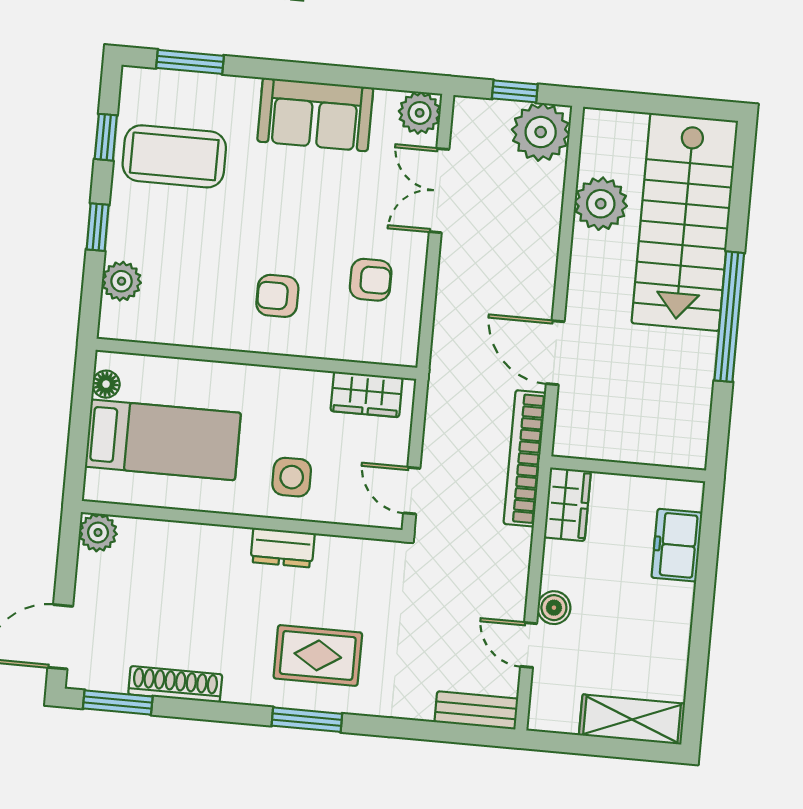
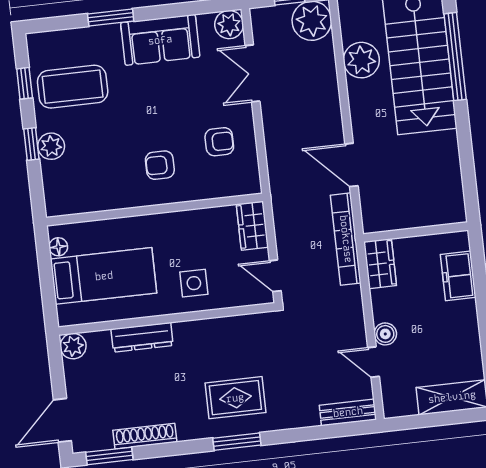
window: (190, 62) -> (111, 17), moved
plant: (122, 281) -> (51, 146), moved
window: (729, 317) -> (455, 57), moved
wardrobe: (367, 394) -> (252, 226), moved, turned 90
dresser: (283, 548) -> (142, 337), moved, width x1.44

